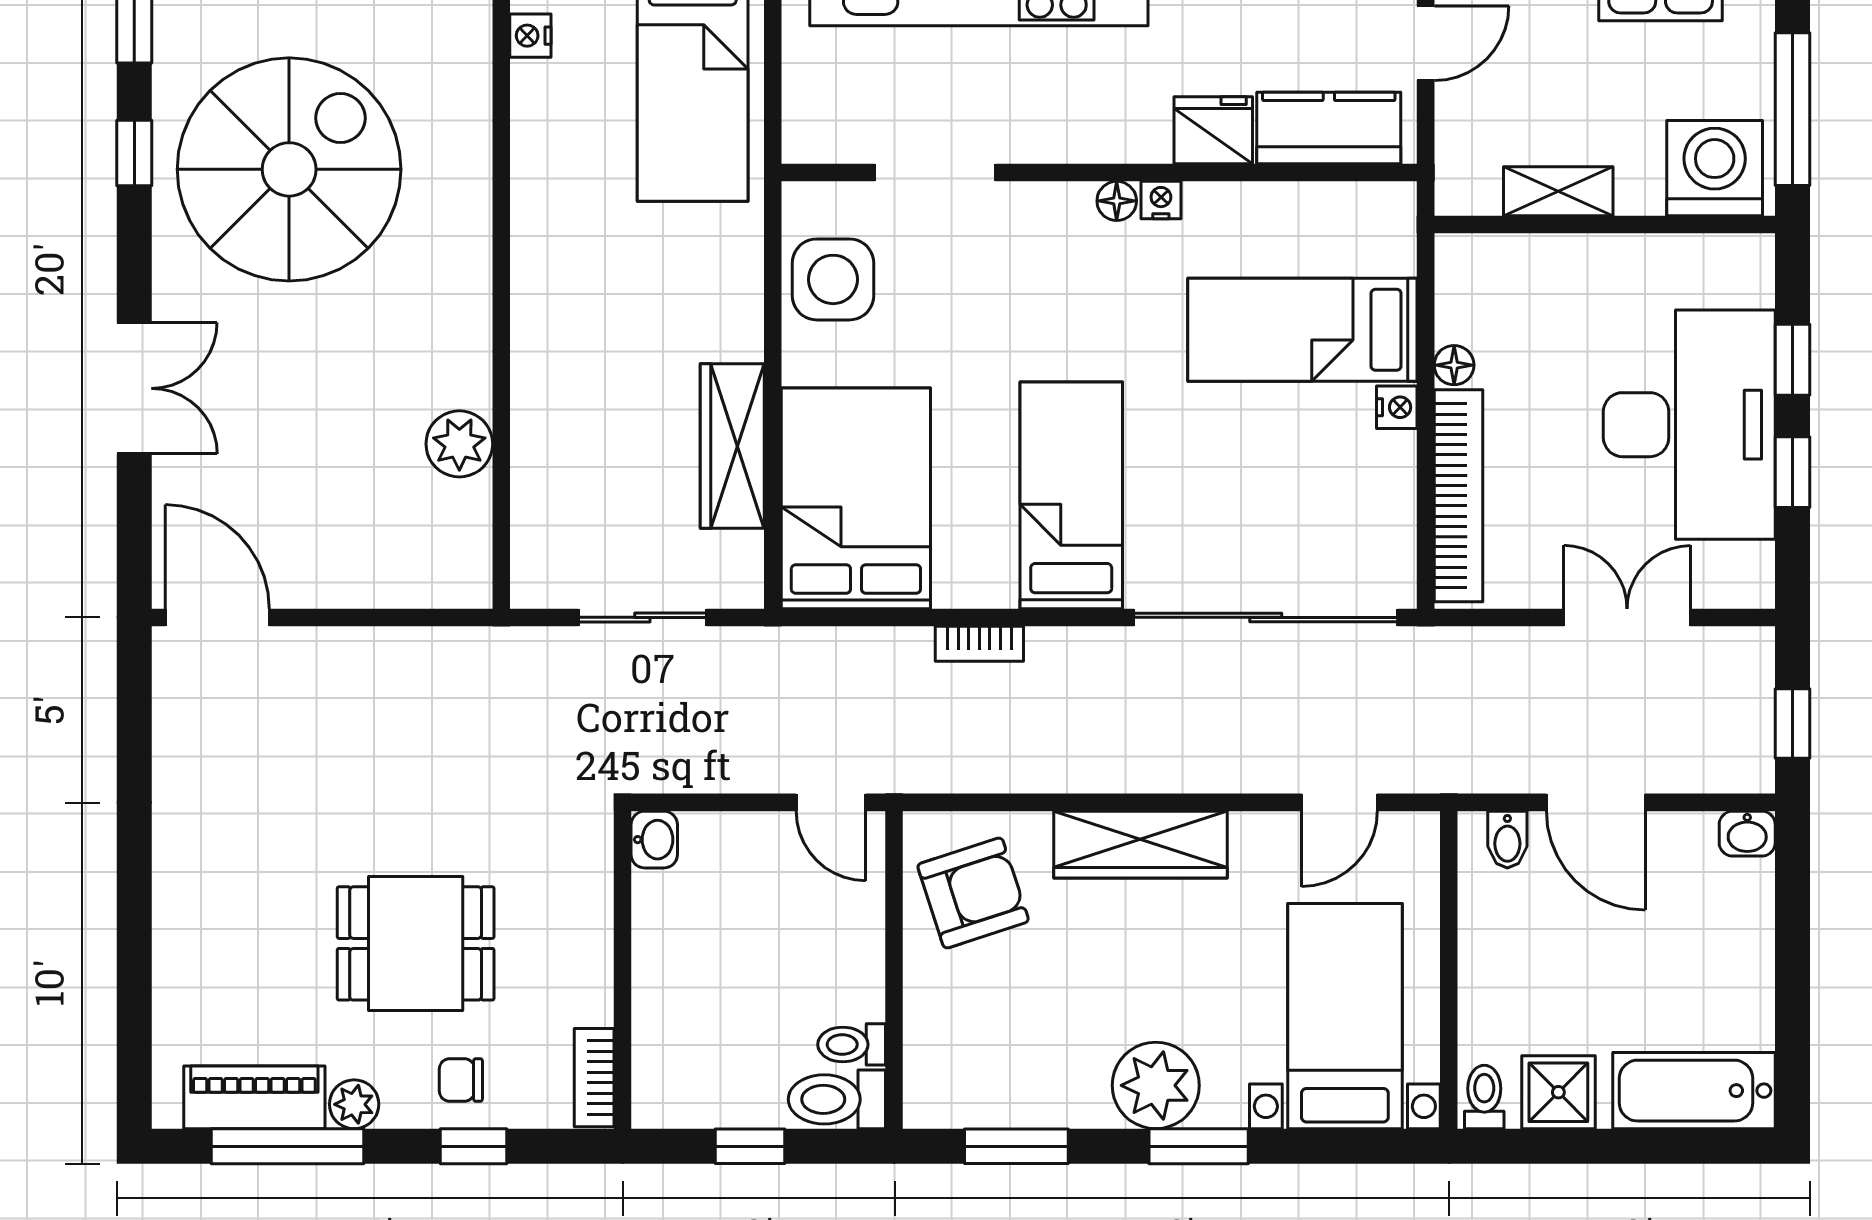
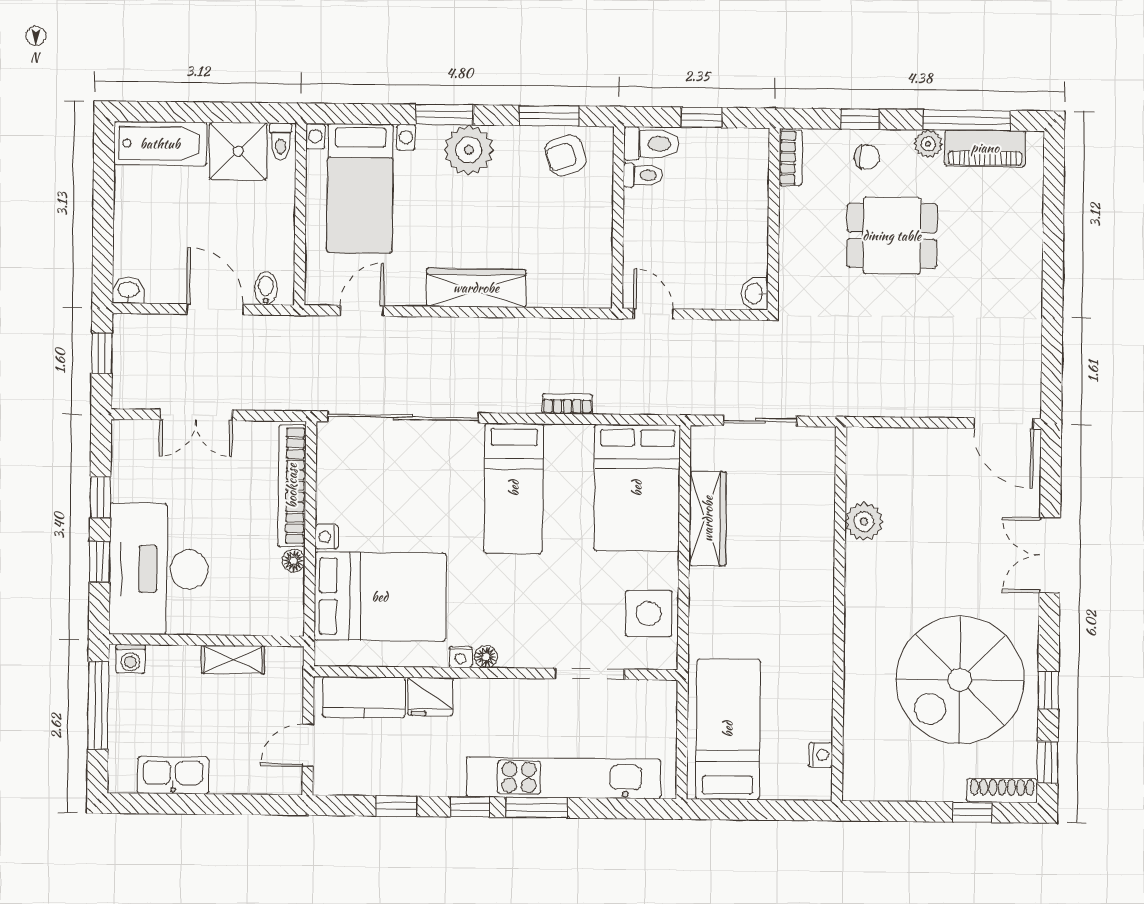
washing machine: (1715, 168) -> (130, 659), width x0.53, depth x0.53
bed: (1302, 330) -> (380, 597), width x1.50
desk: (1689, 425) -> (159, 569), moved
armchair: (973, 893) -> (566, 155), moved, width x0.72, depth x0.72
shower: (1558, 1092) -> (238, 151), width x1.36, depth x1.36

